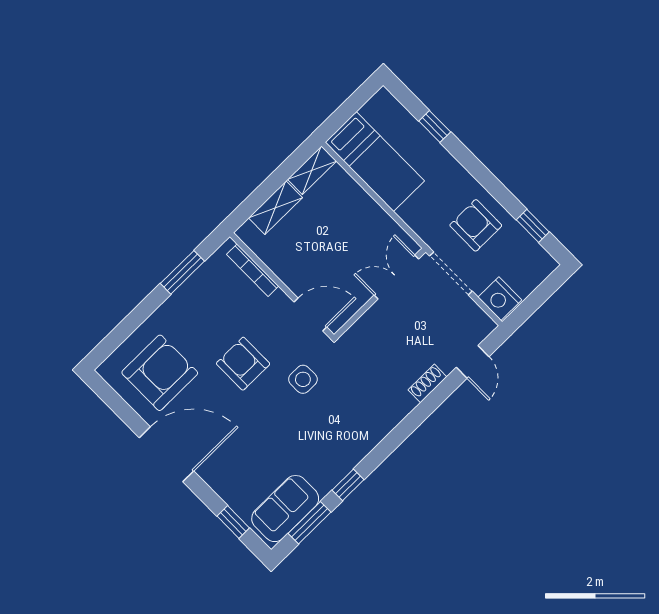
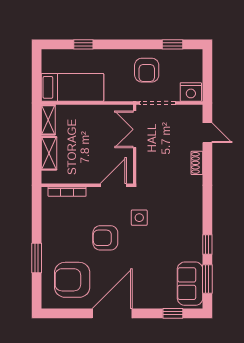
armchair: (476, 225) -> (147, 70), turned -90
window: (182, 272) -> (37, 258), moved
armchair: (160, 373) -> (72, 280), turned -90

